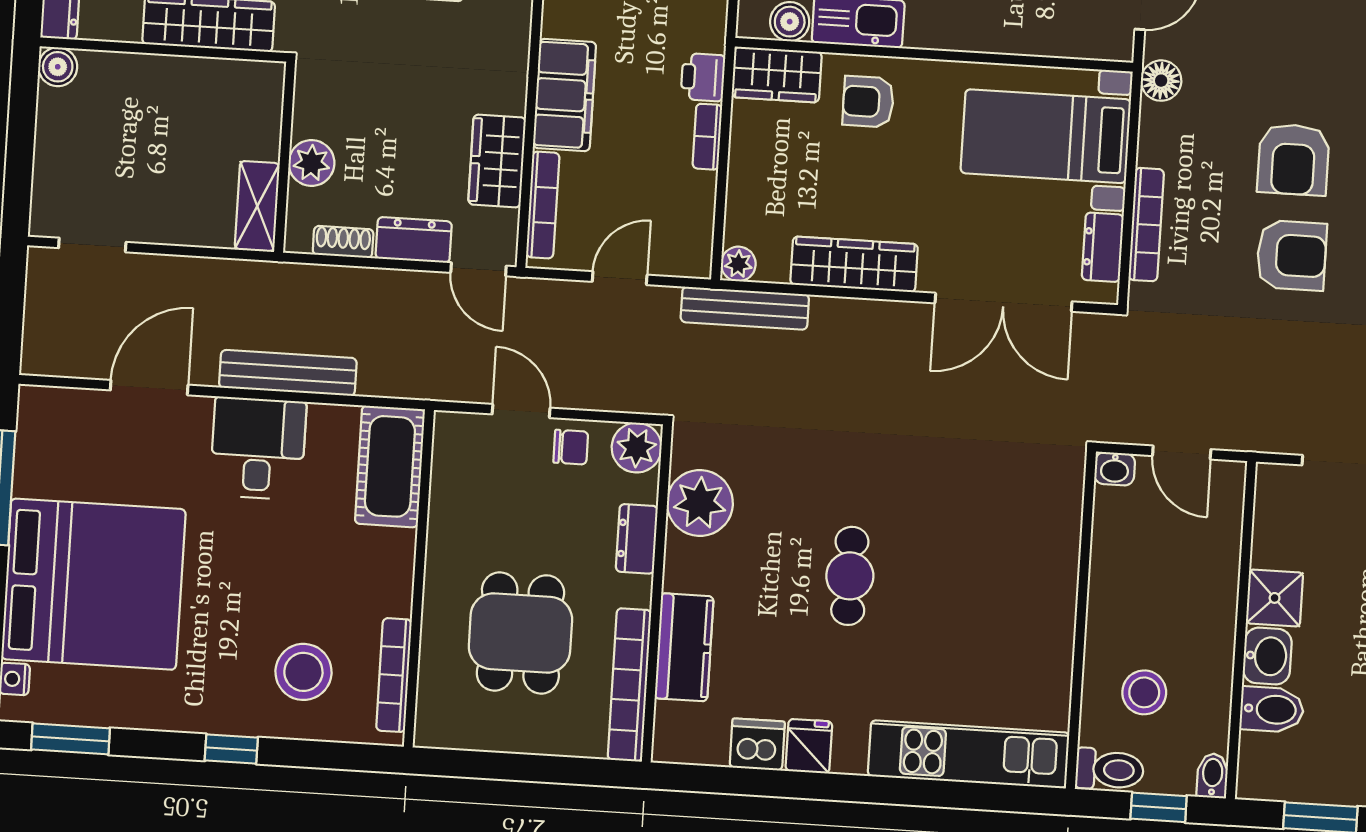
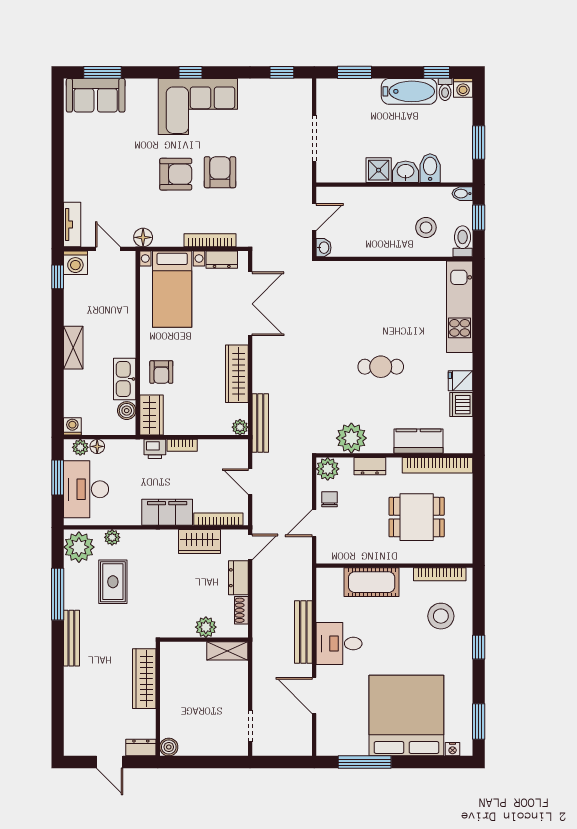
cot: (390, 466) -> (372, 582), moved

